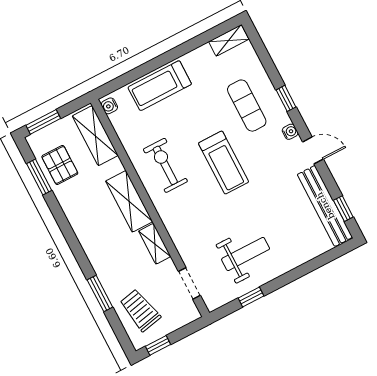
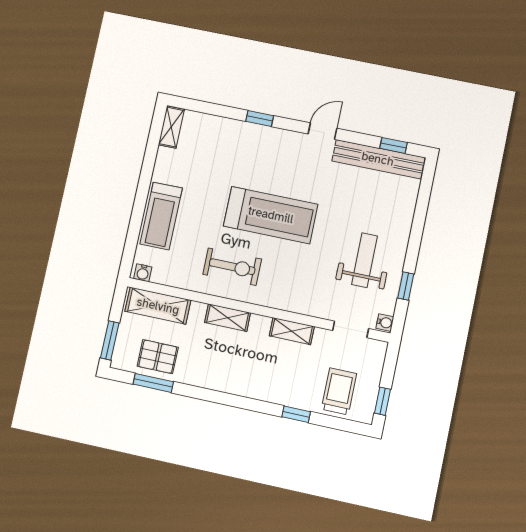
exercise mat: (247, 106) -> (238, 156), removed
water cooler: (290, 132) -> (385, 323), moved, turned 90
treadmill: (224, 163) -> (271, 215), width x1.37, depth x1.38
exercise bike: (165, 165) -> (232, 267), turned 180
shelving: (129, 201) -> (228, 318), width x0.67, depth x0.75
window: (100, 294) -> (296, 414), width x0.67
trolley: (140, 310) -> (339, 391), turned 102

